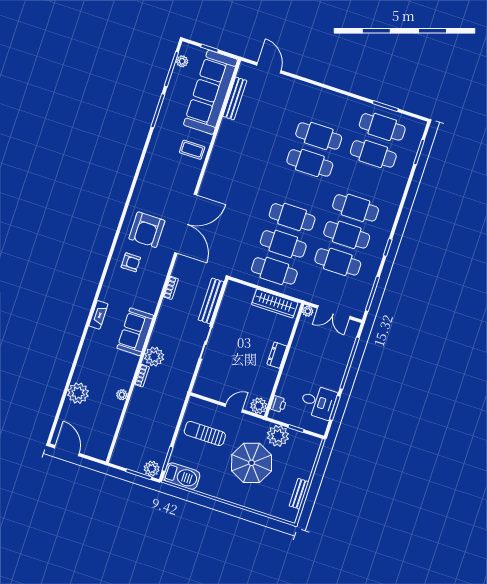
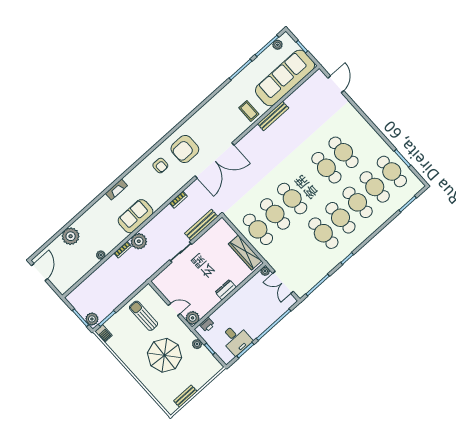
bench: (235, 98) -> (273, 116), moved
cafe table: (338, 262) -> (358, 202), moved
plant: (278, 436) -> (197, 344), width x0.53, depth x0.53
barbecue: (182, 476) -> (104, 333), width x0.53, depth x0.65

